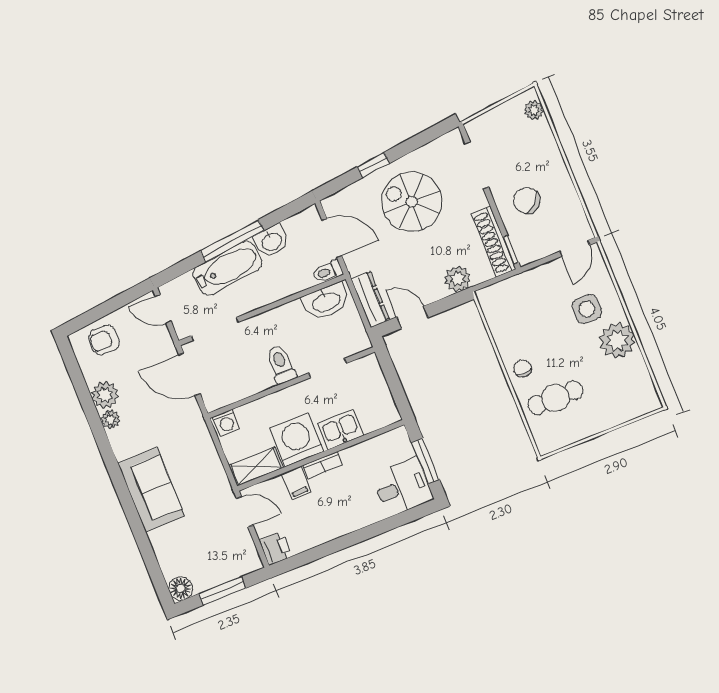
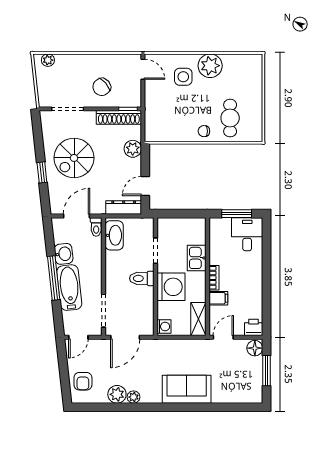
washing machine: (297, 440) -> (171, 287), moved, turned 180
floor lamp: (181, 589) -> (255, 348), moved

